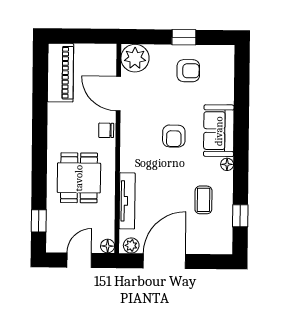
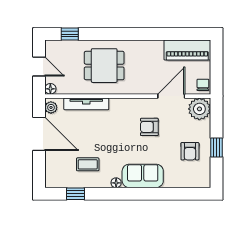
chair: (106, 130) -> (203, 85), moved
armchair: (174, 136) -> (149, 127), moved

